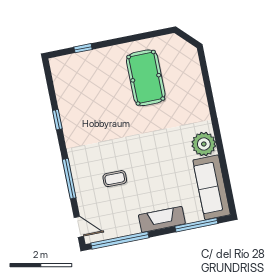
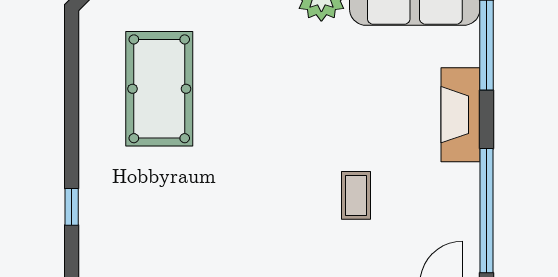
pool table: (146, 78) -> (159, 89), turned 90

